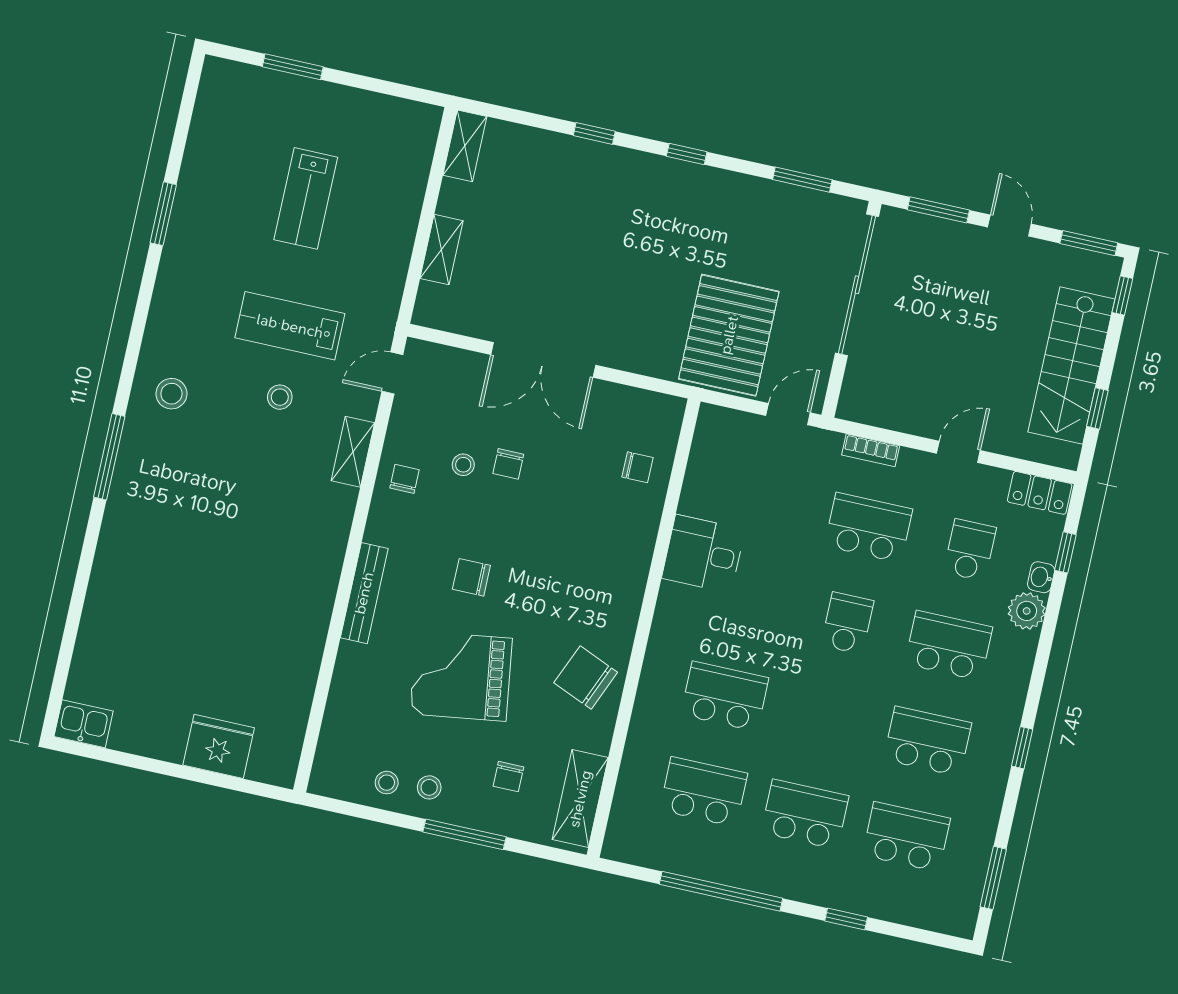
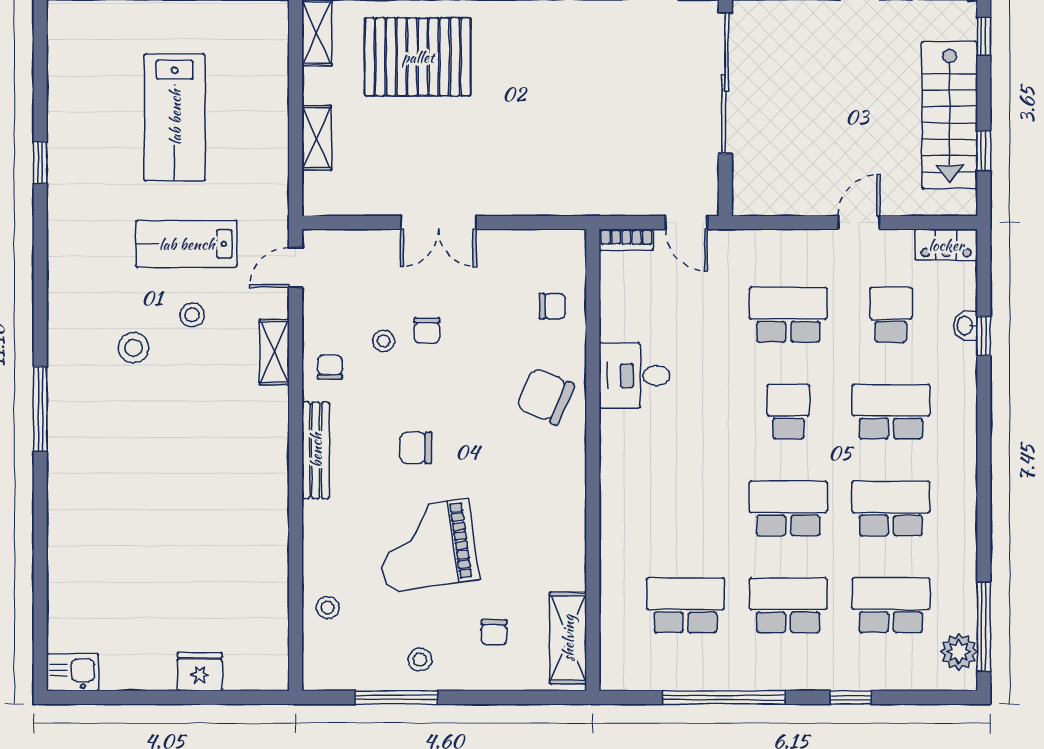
lab bench: (306, 198) -> (175, 117), width x1.36, depth x1.39
window: (163, 214) -> (40, 163), width x0.67
pallet: (729, 335) -> (418, 57), moved, turned 90
double door: (543, 360) -> (438, 222), width x0.73
stool: (171, 394) -> (133, 348), moved
door: (788, 414) -> (686, 222), swing flipped
bookcase: (871, 450) -> (626, 240), moved
window: (1065, 552) -> (984, 336), moved
bench: (364, 593) -> (316, 450), moved
plant: (1027, 611) -> (959, 652), moved
chair: (586, 678) -> (545, 396), moved
school desk: (725, 696) -> (788, 508), moved
fridge: (219, 746) -> (200, 672), width x0.73, depth x0.75
window: (1022, 748) -> (984, 494), removed
stool: (387, 783) -> (328, 608), moved
window: (465, 834) -> (396, 697), moved
window: (993, 878) -> (984, 626), width x1.44

